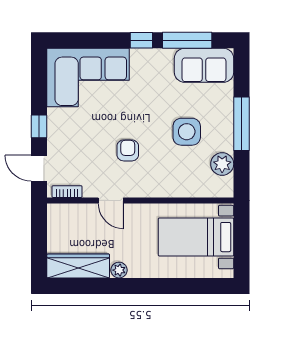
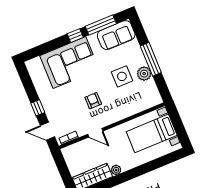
corner sofa: (88, 78) -> (69, 62), moved
plant: (222, 164) -> (144, 74), moved

